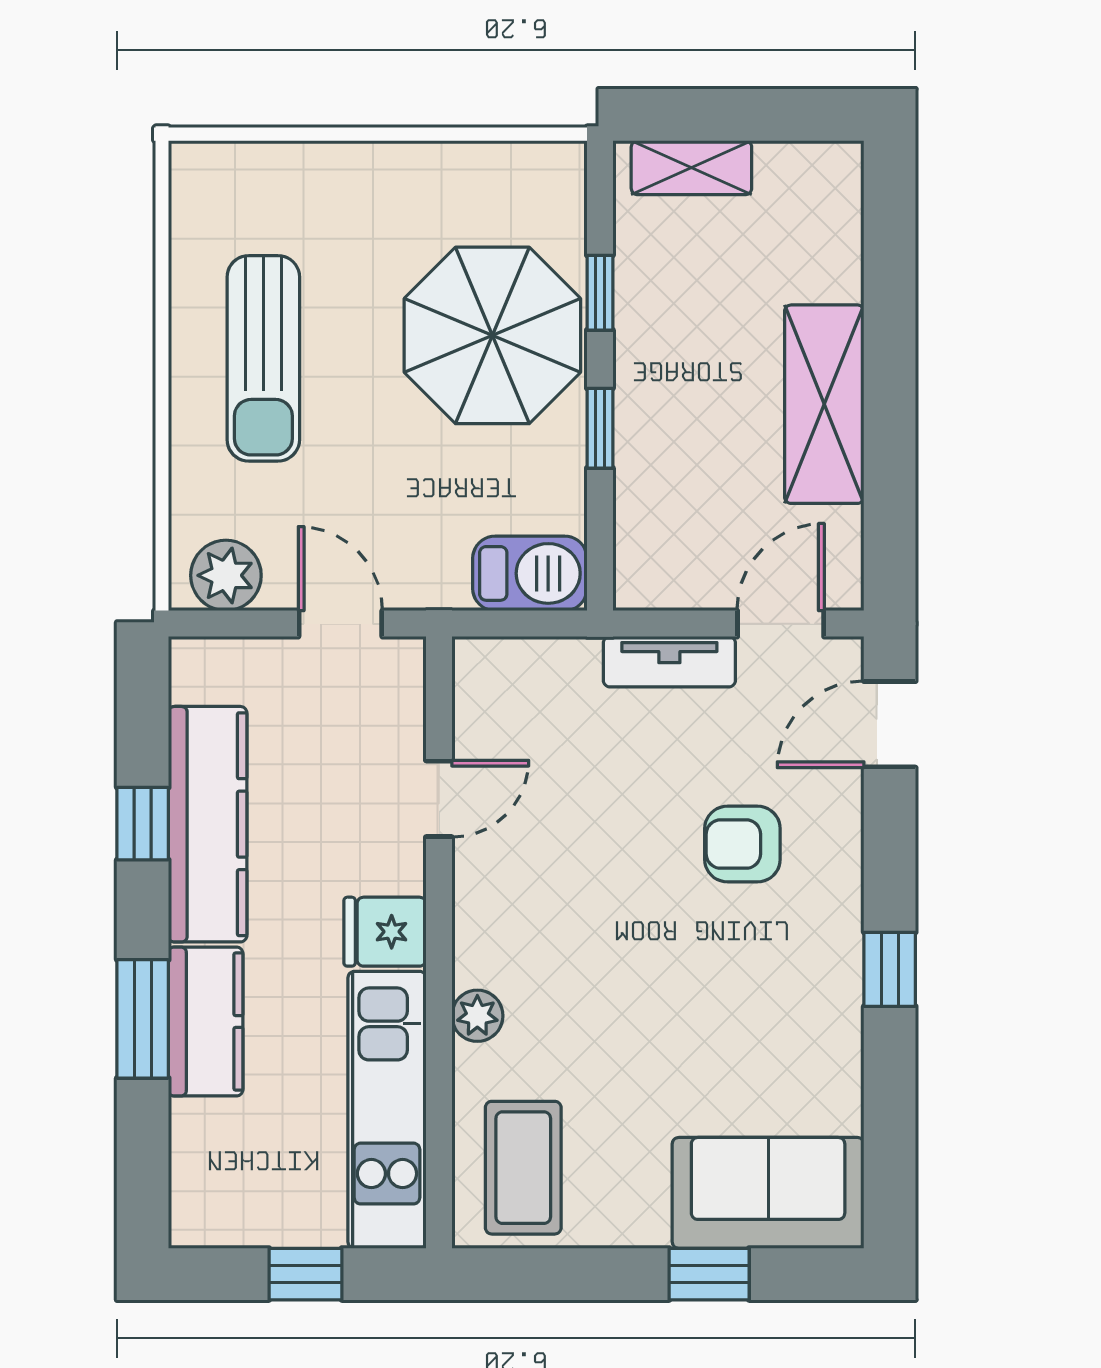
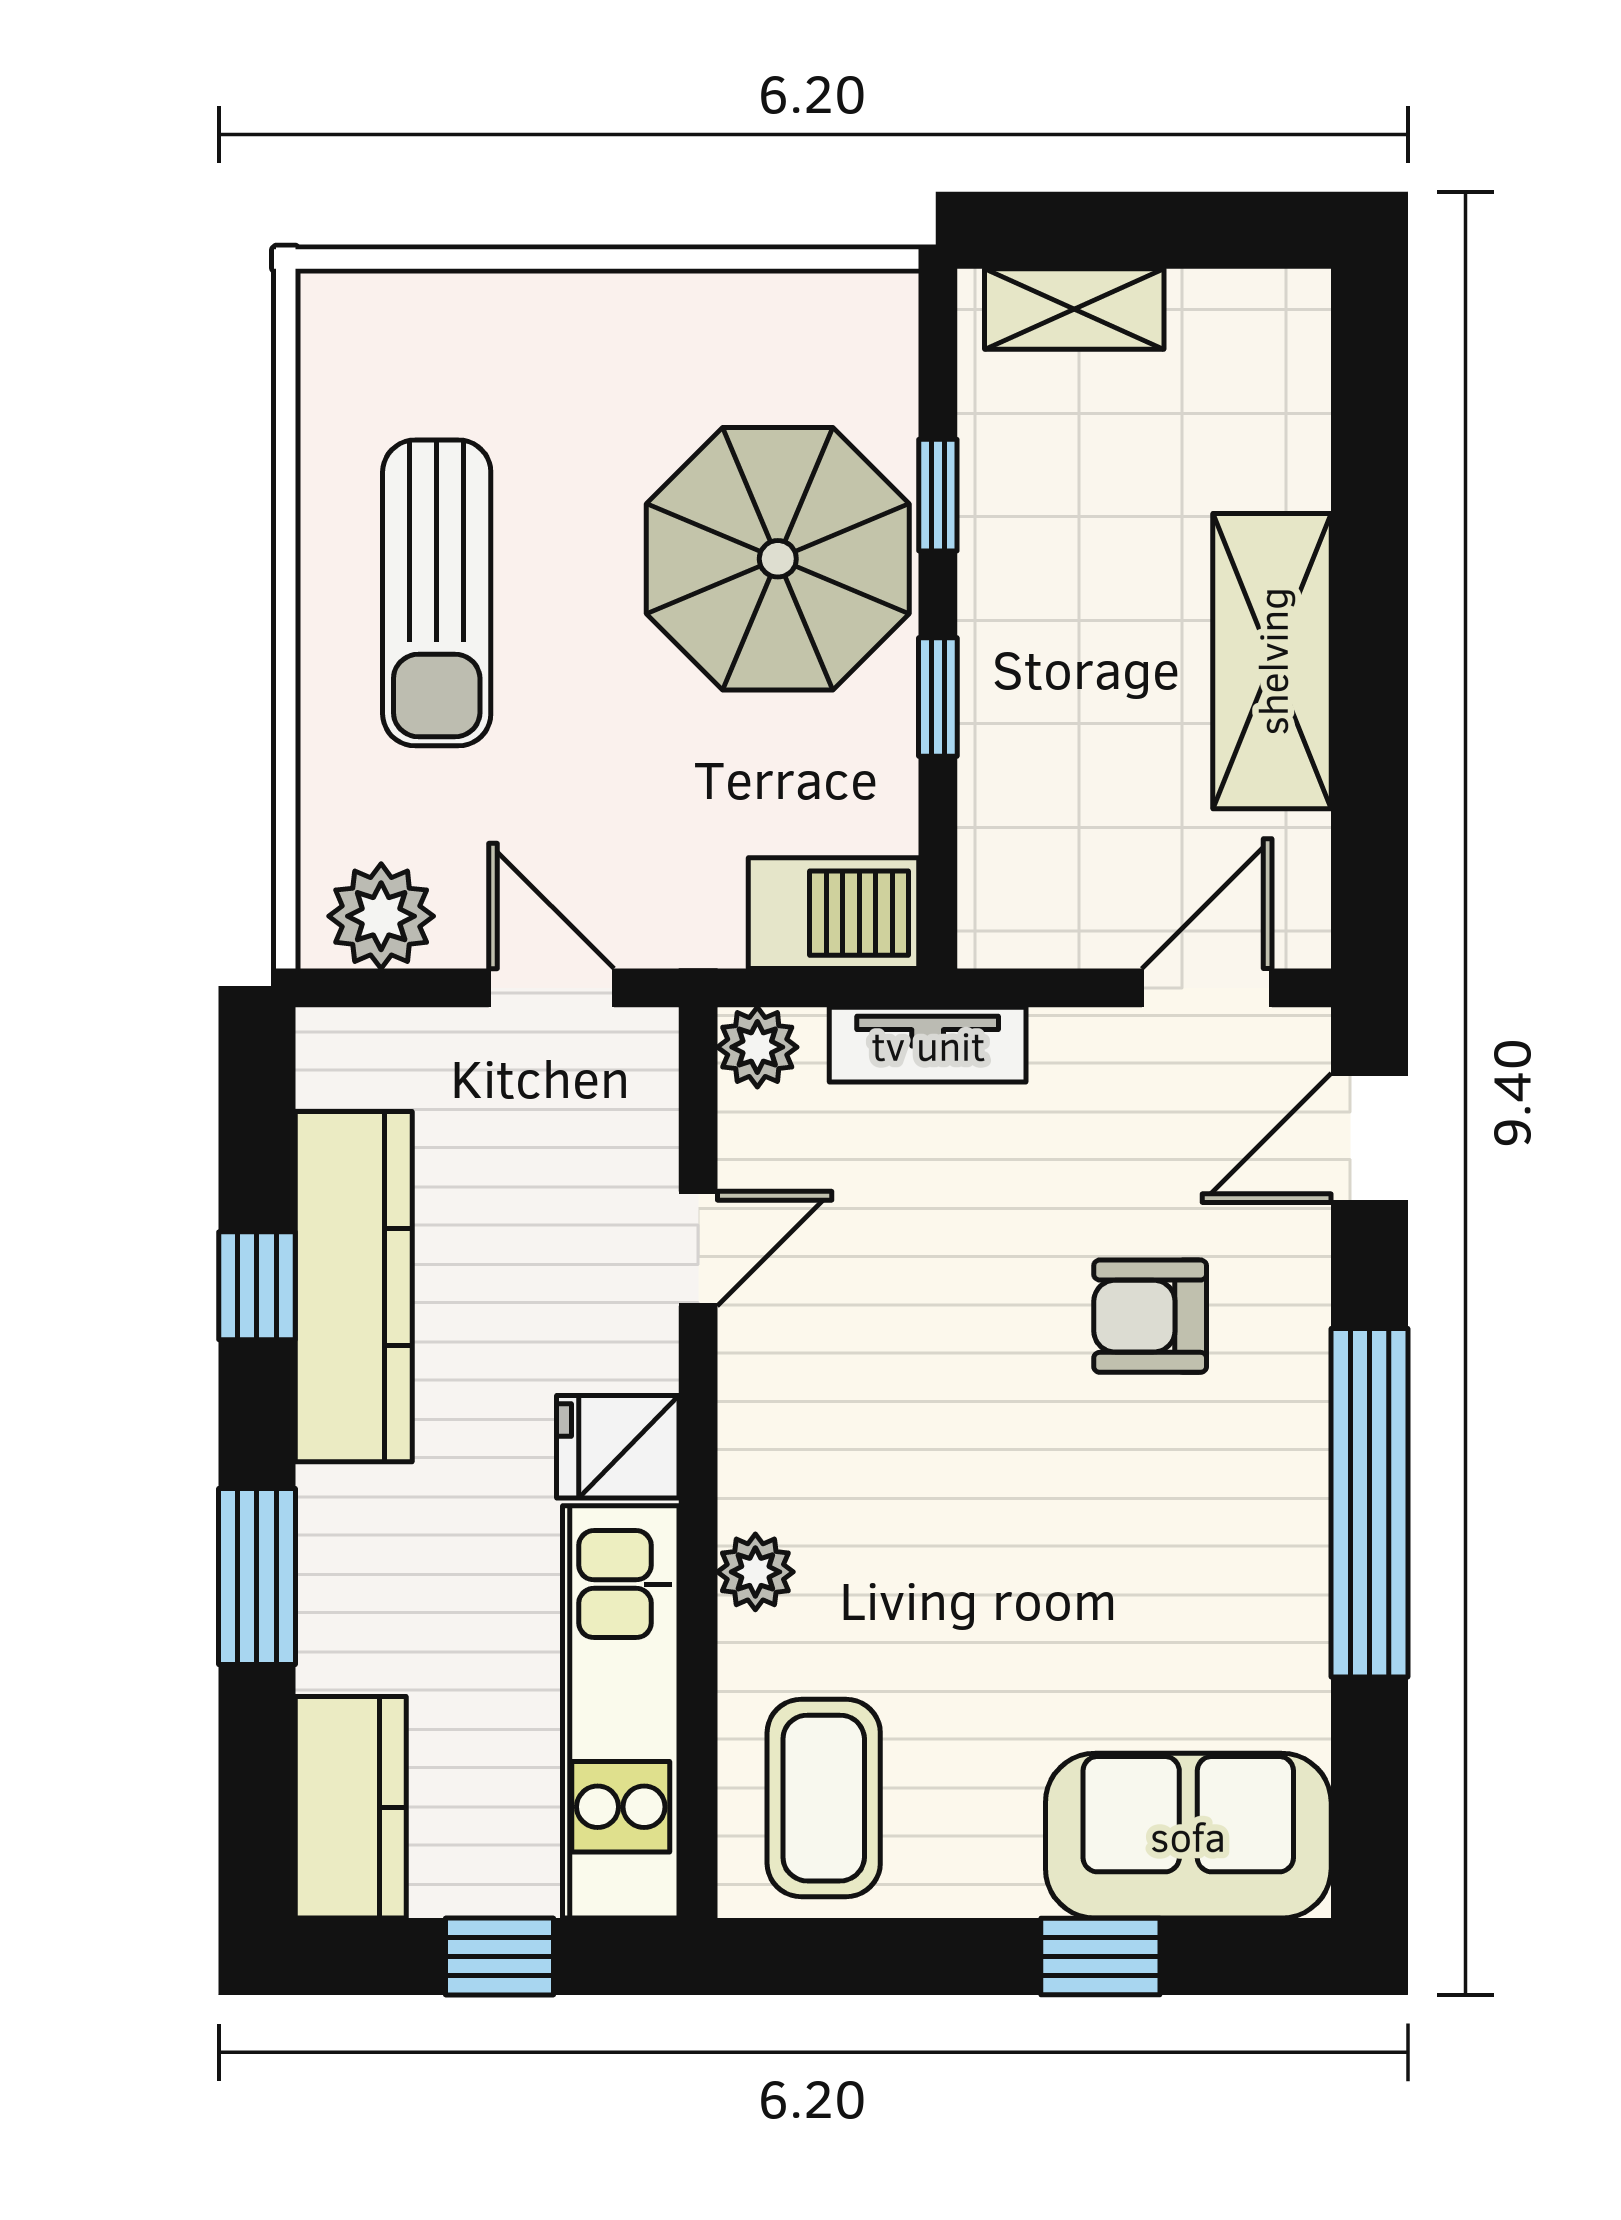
tv unit: (669, 662) -> (928, 1045), moved
plant: (479, 663) -> (757, 1047), added
window: (890, 969) -> (1369, 1503), width x3.17
kitchen counter: (206, 1022) -> (351, 1807), moved

